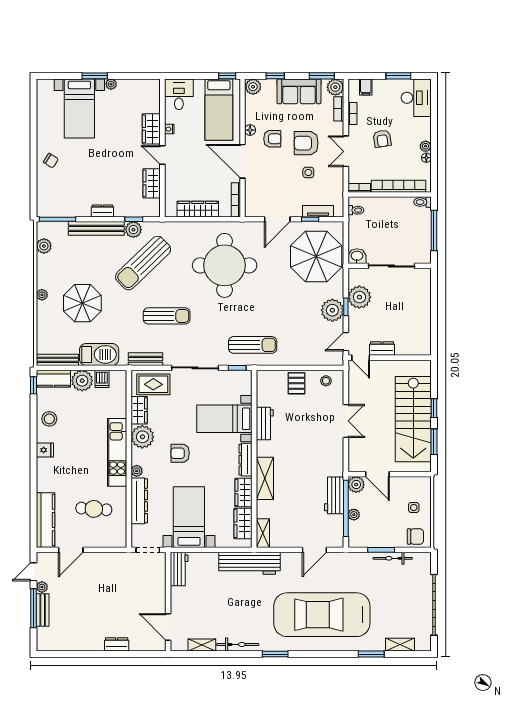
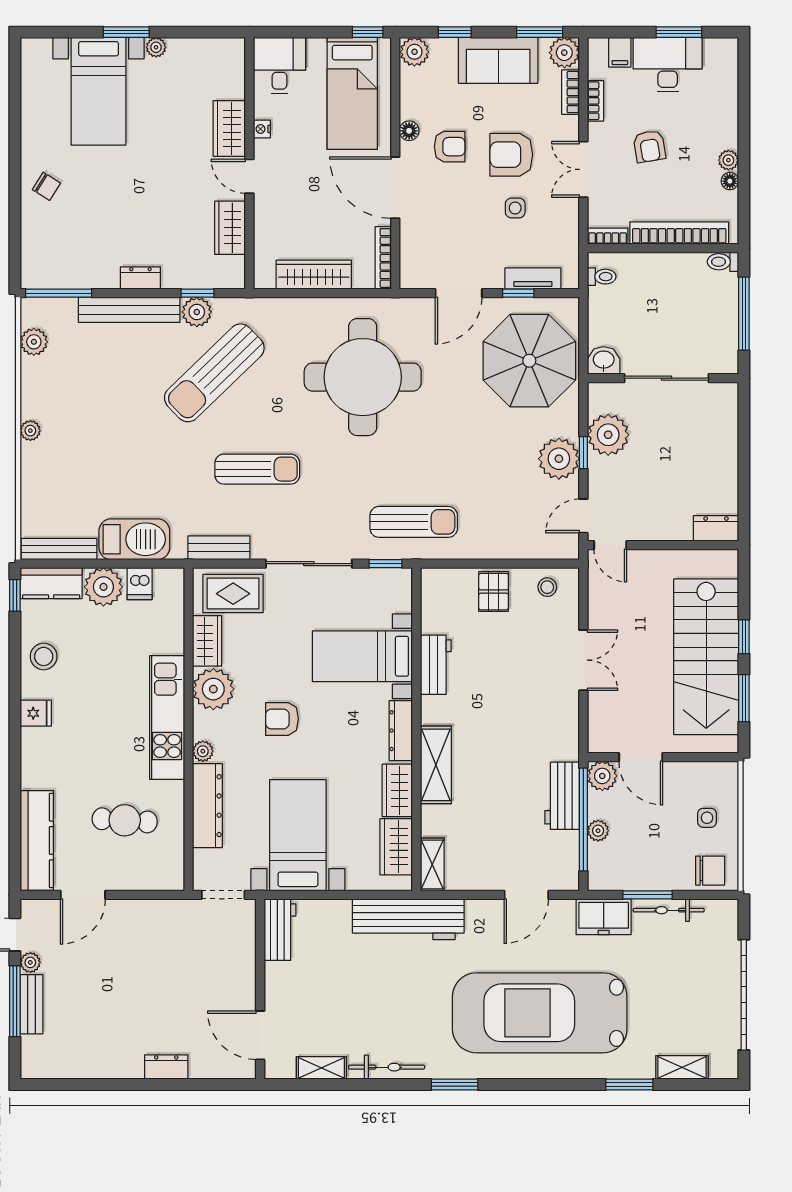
desk: (416, 98) -> (668, 65), moved, turned -90
parasol: (82, 303) -> (104, 446), removed
dresser: (382, 349) -> (716, 528), moved
freezer: (357, 562) -> (604, 917), added

